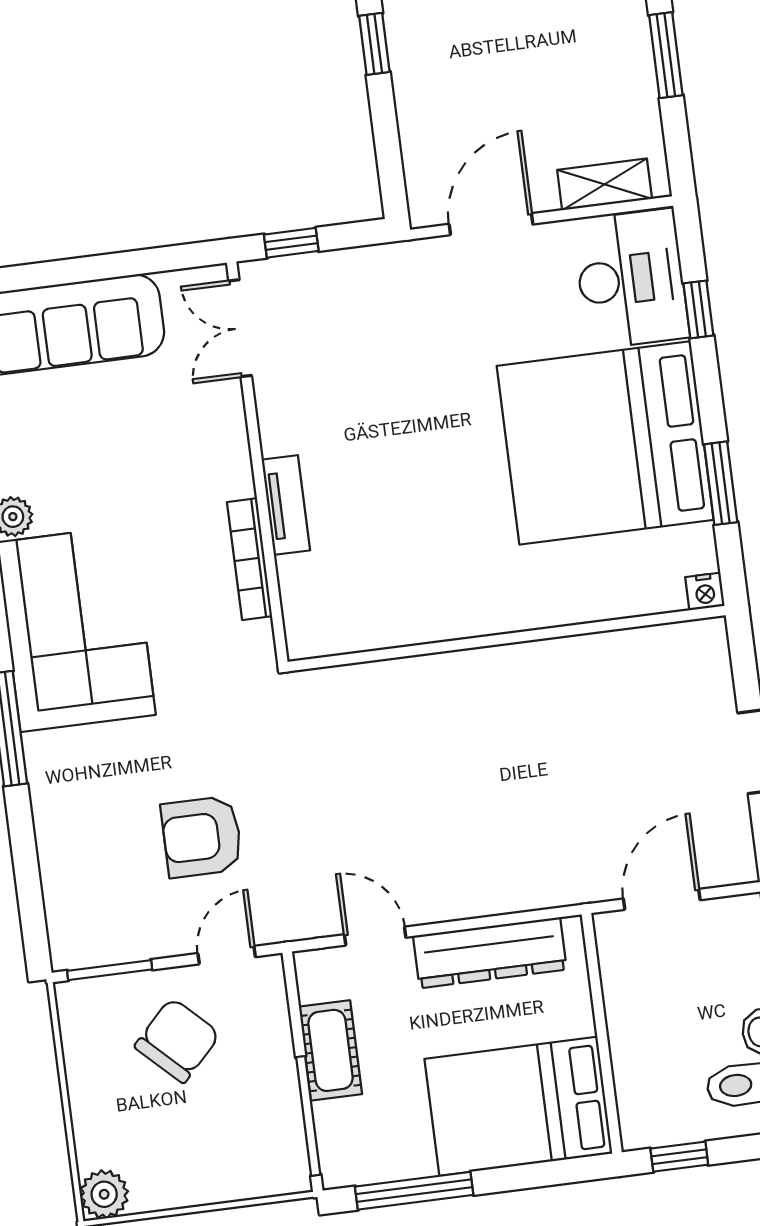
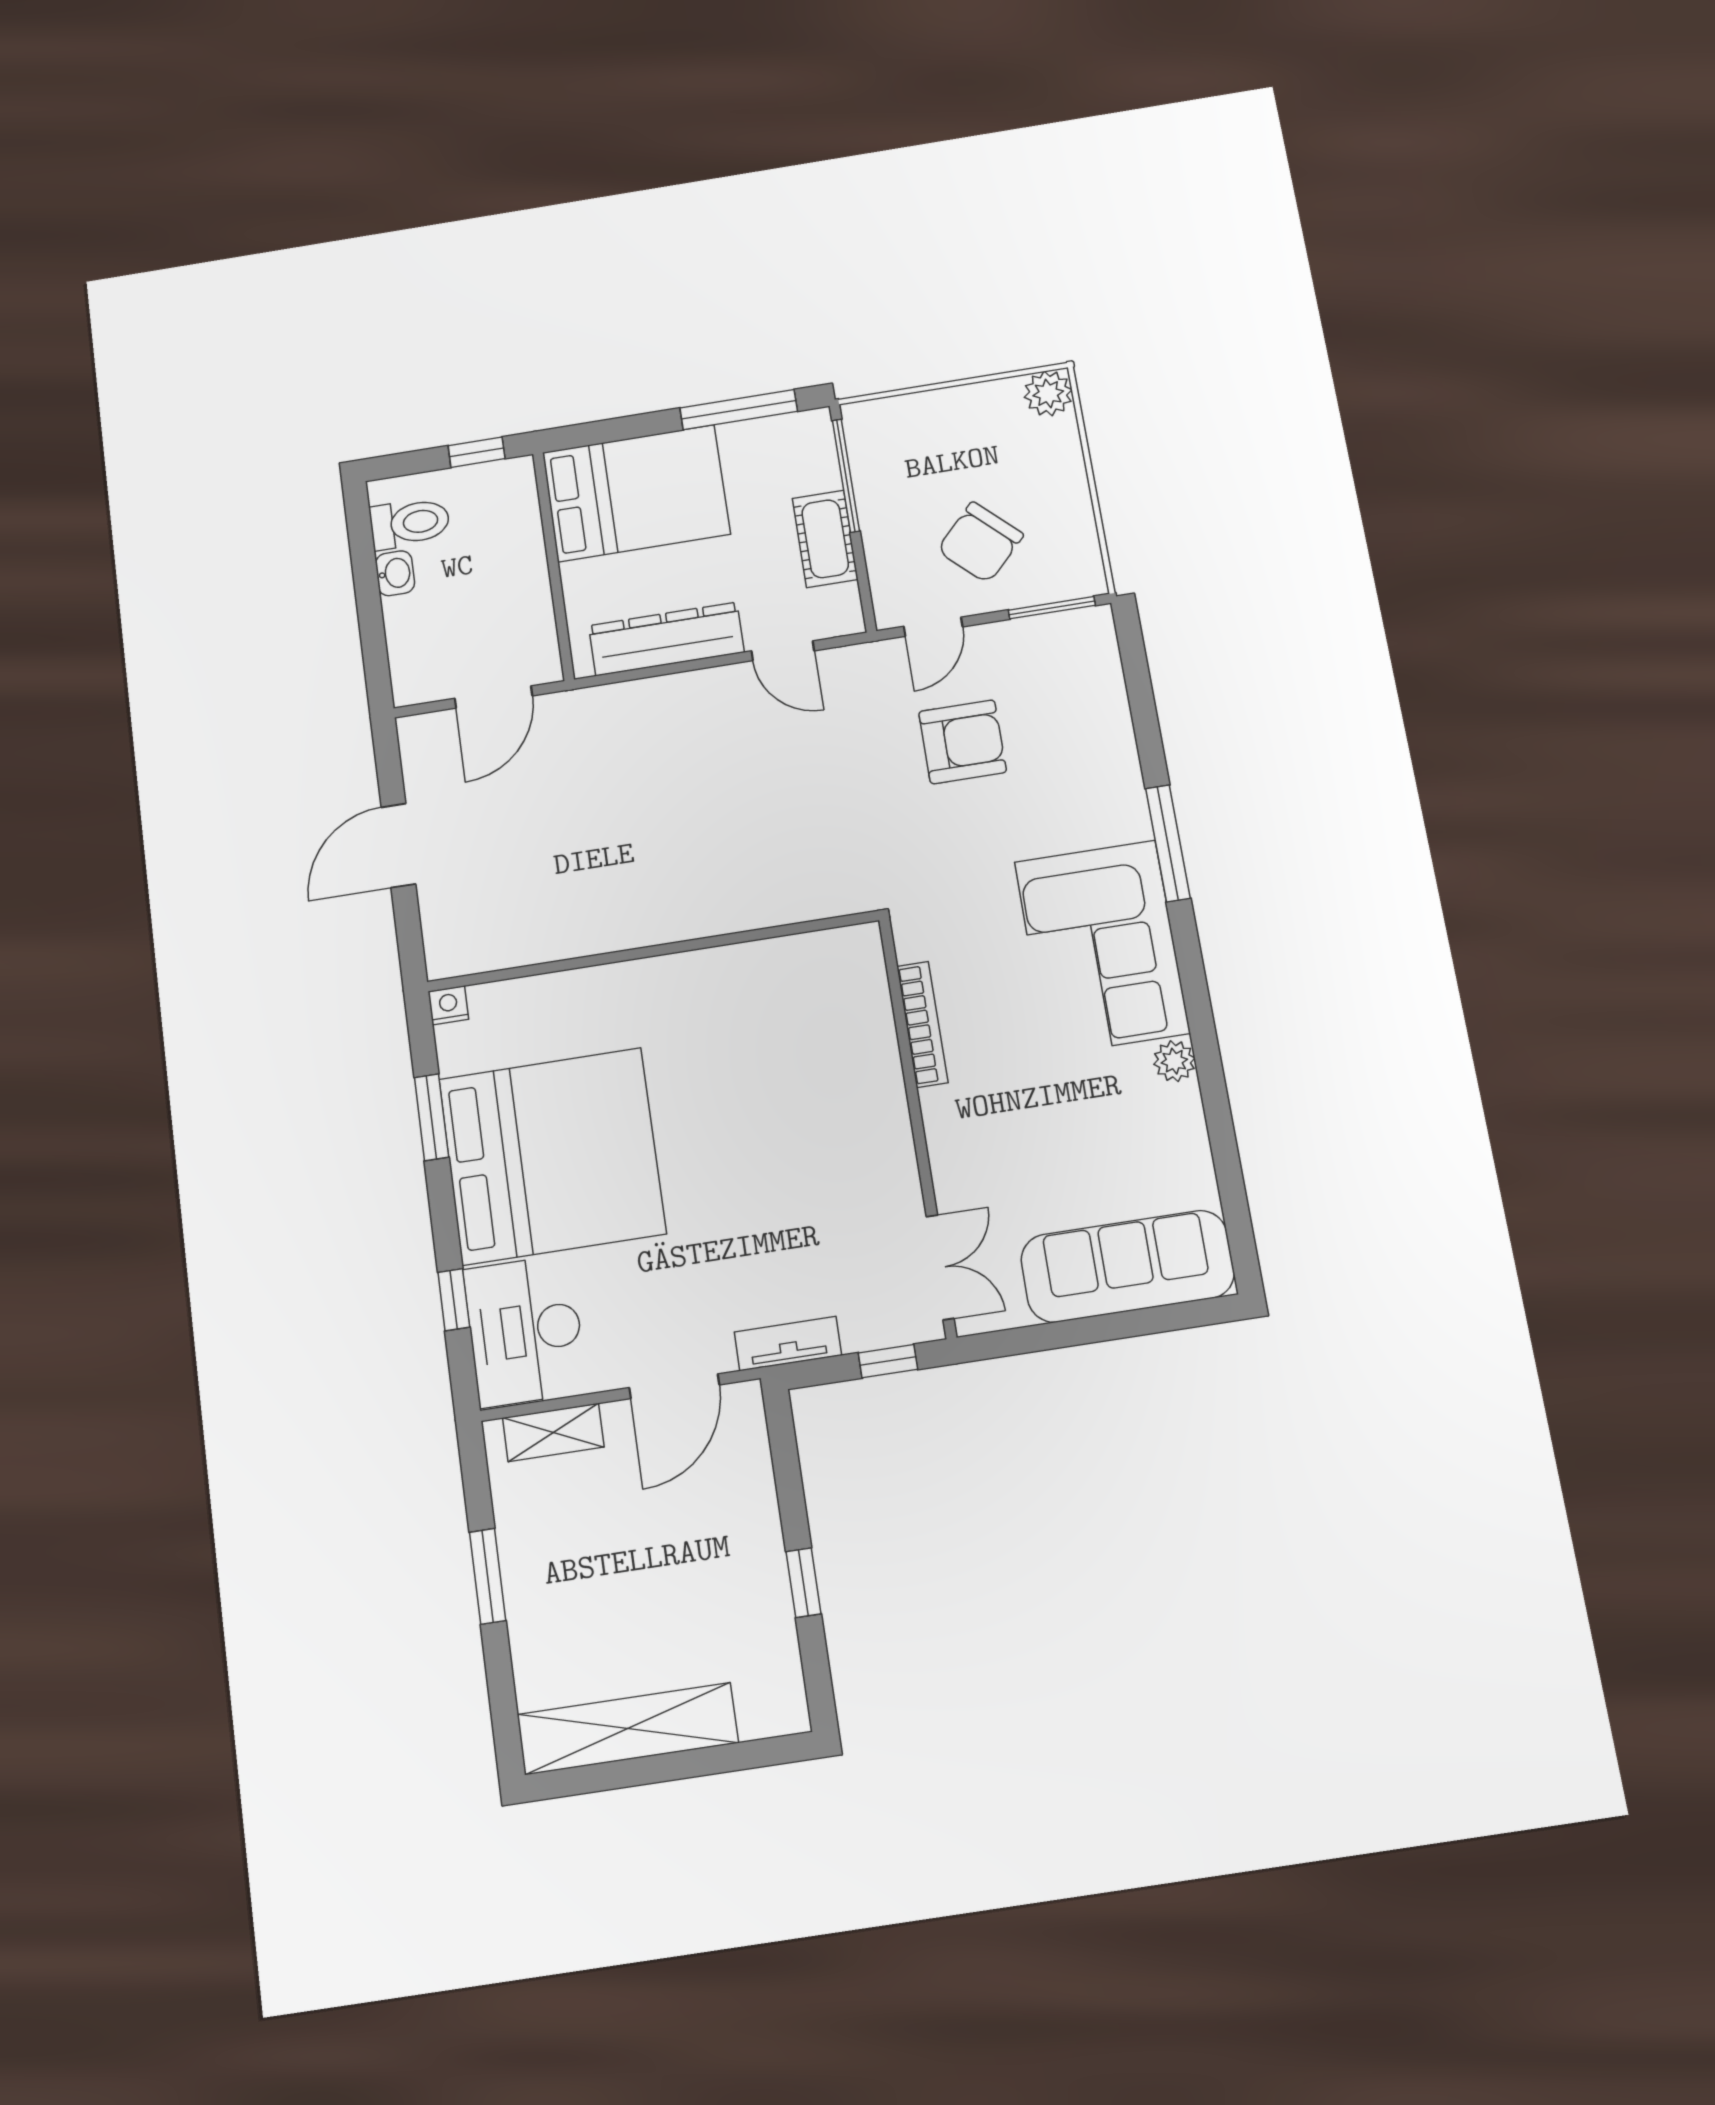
tv unit: (286, 505) -> (788, 1344), moved, turned 90

